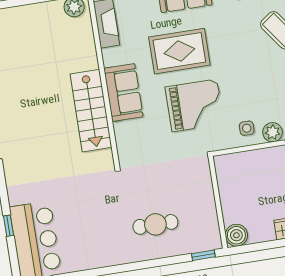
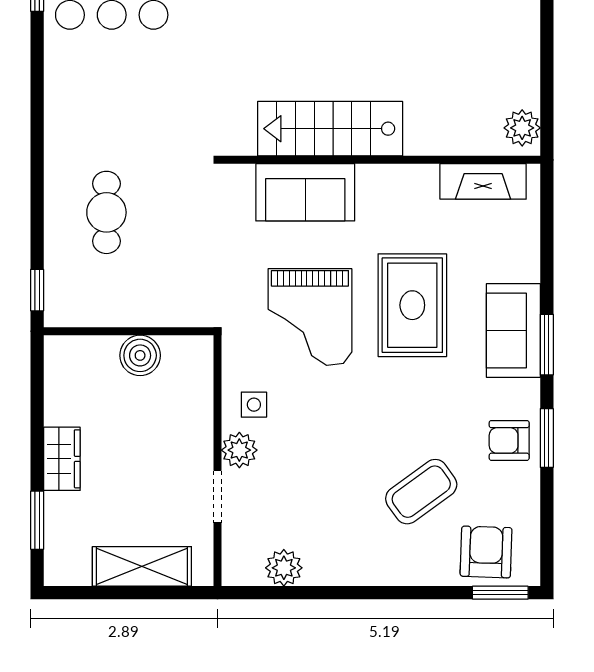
sofa: (123, 93) -> (305, 192), moved
boiler: (236, 235) -> (140, 355), moved

